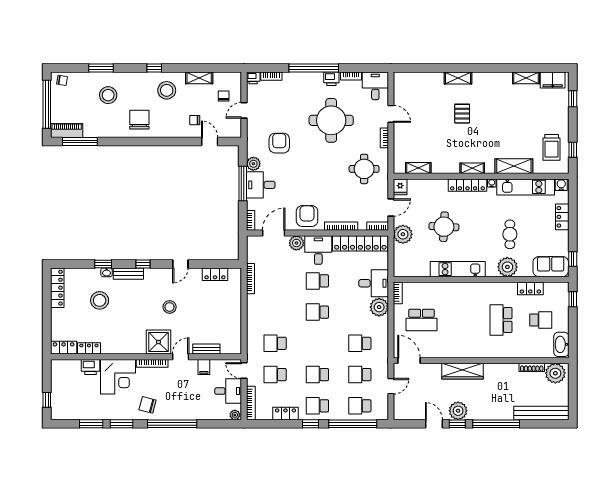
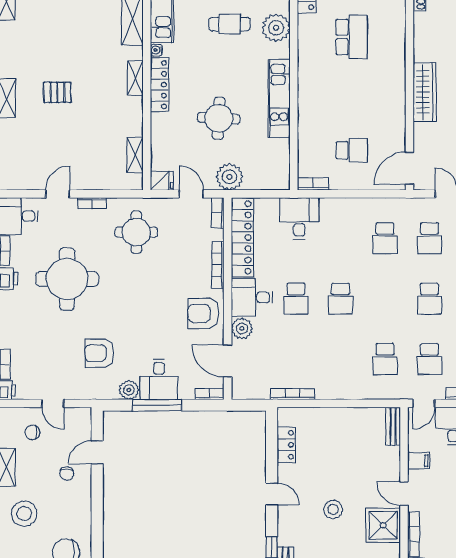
plant: (379, 307) -> (333, 211), removed
school desk: (421, 320) -> (352, 150), width x0.54
school desk: (501, 320) -> (352, 37), turned -90
bench: (206, 349) -> (393, 426), moved

